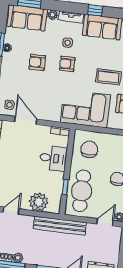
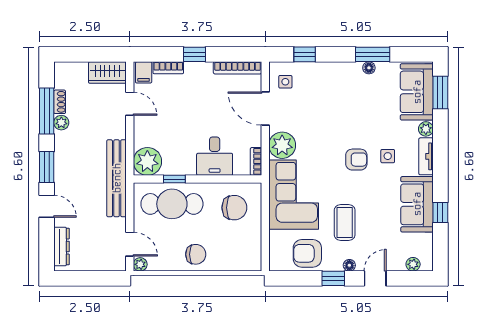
window: (95, 10) -> (440, 213), moved
armchair: (37, 62) -> (353, 115), removed
armchair: (67, 64) -> (356, 160), turned 90
plant: (52, 112) -> (282, 145), added
door: (26, 120) -> (265, 109), swing flipped
plant: (39, 202) -> (147, 161), moved

